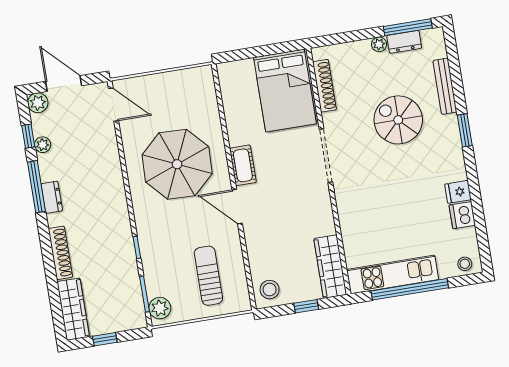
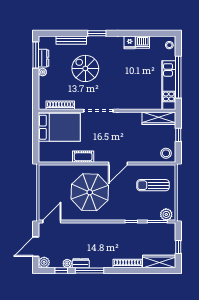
spiral stairs: (398, 120) -> (85, 68), turned 90
cot: (243, 165) -> (83, 157), moved
dresser: (52, 197) -> (81, 263), moved

